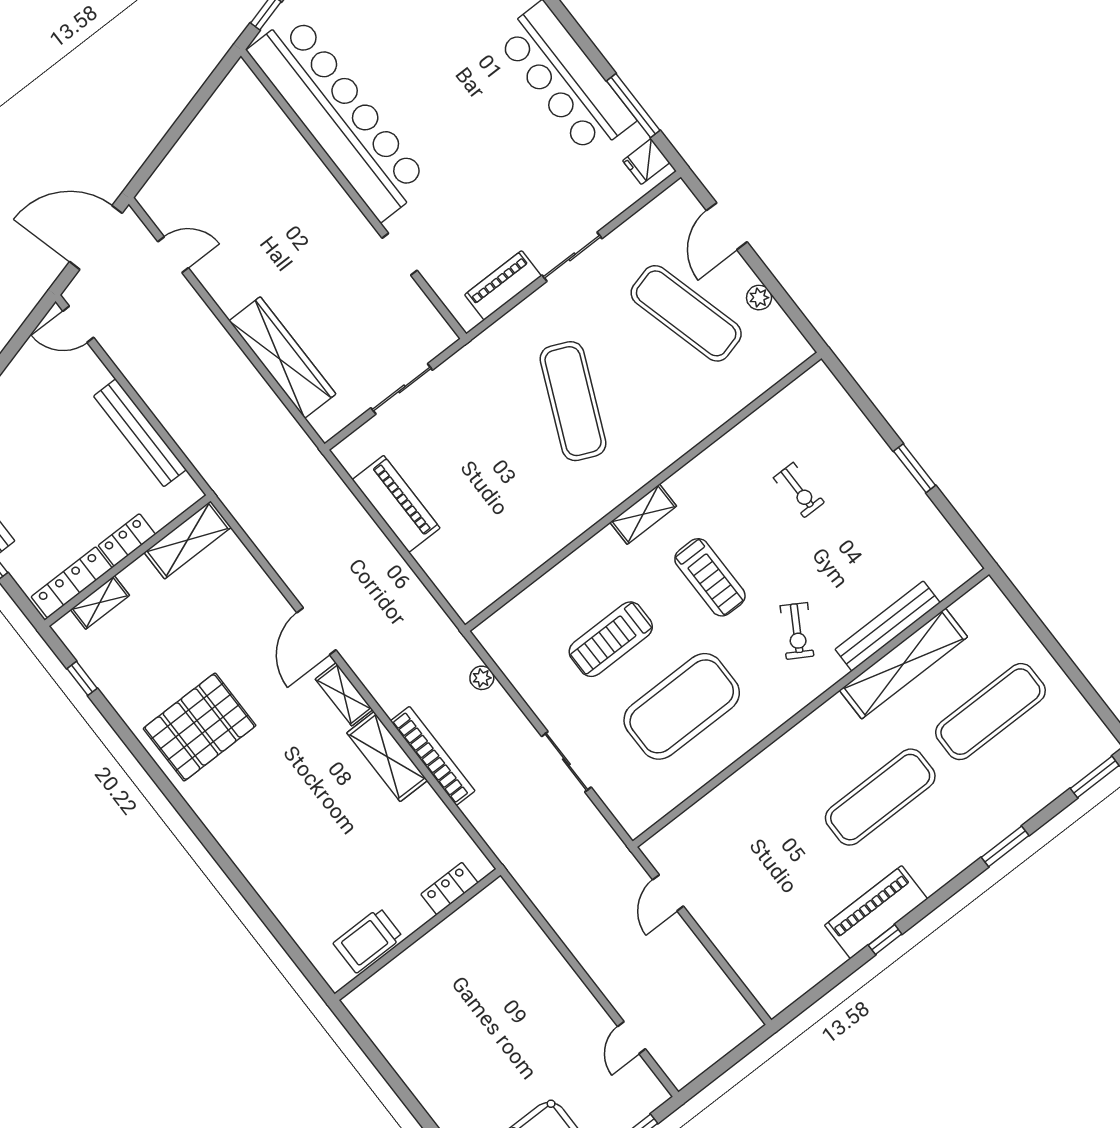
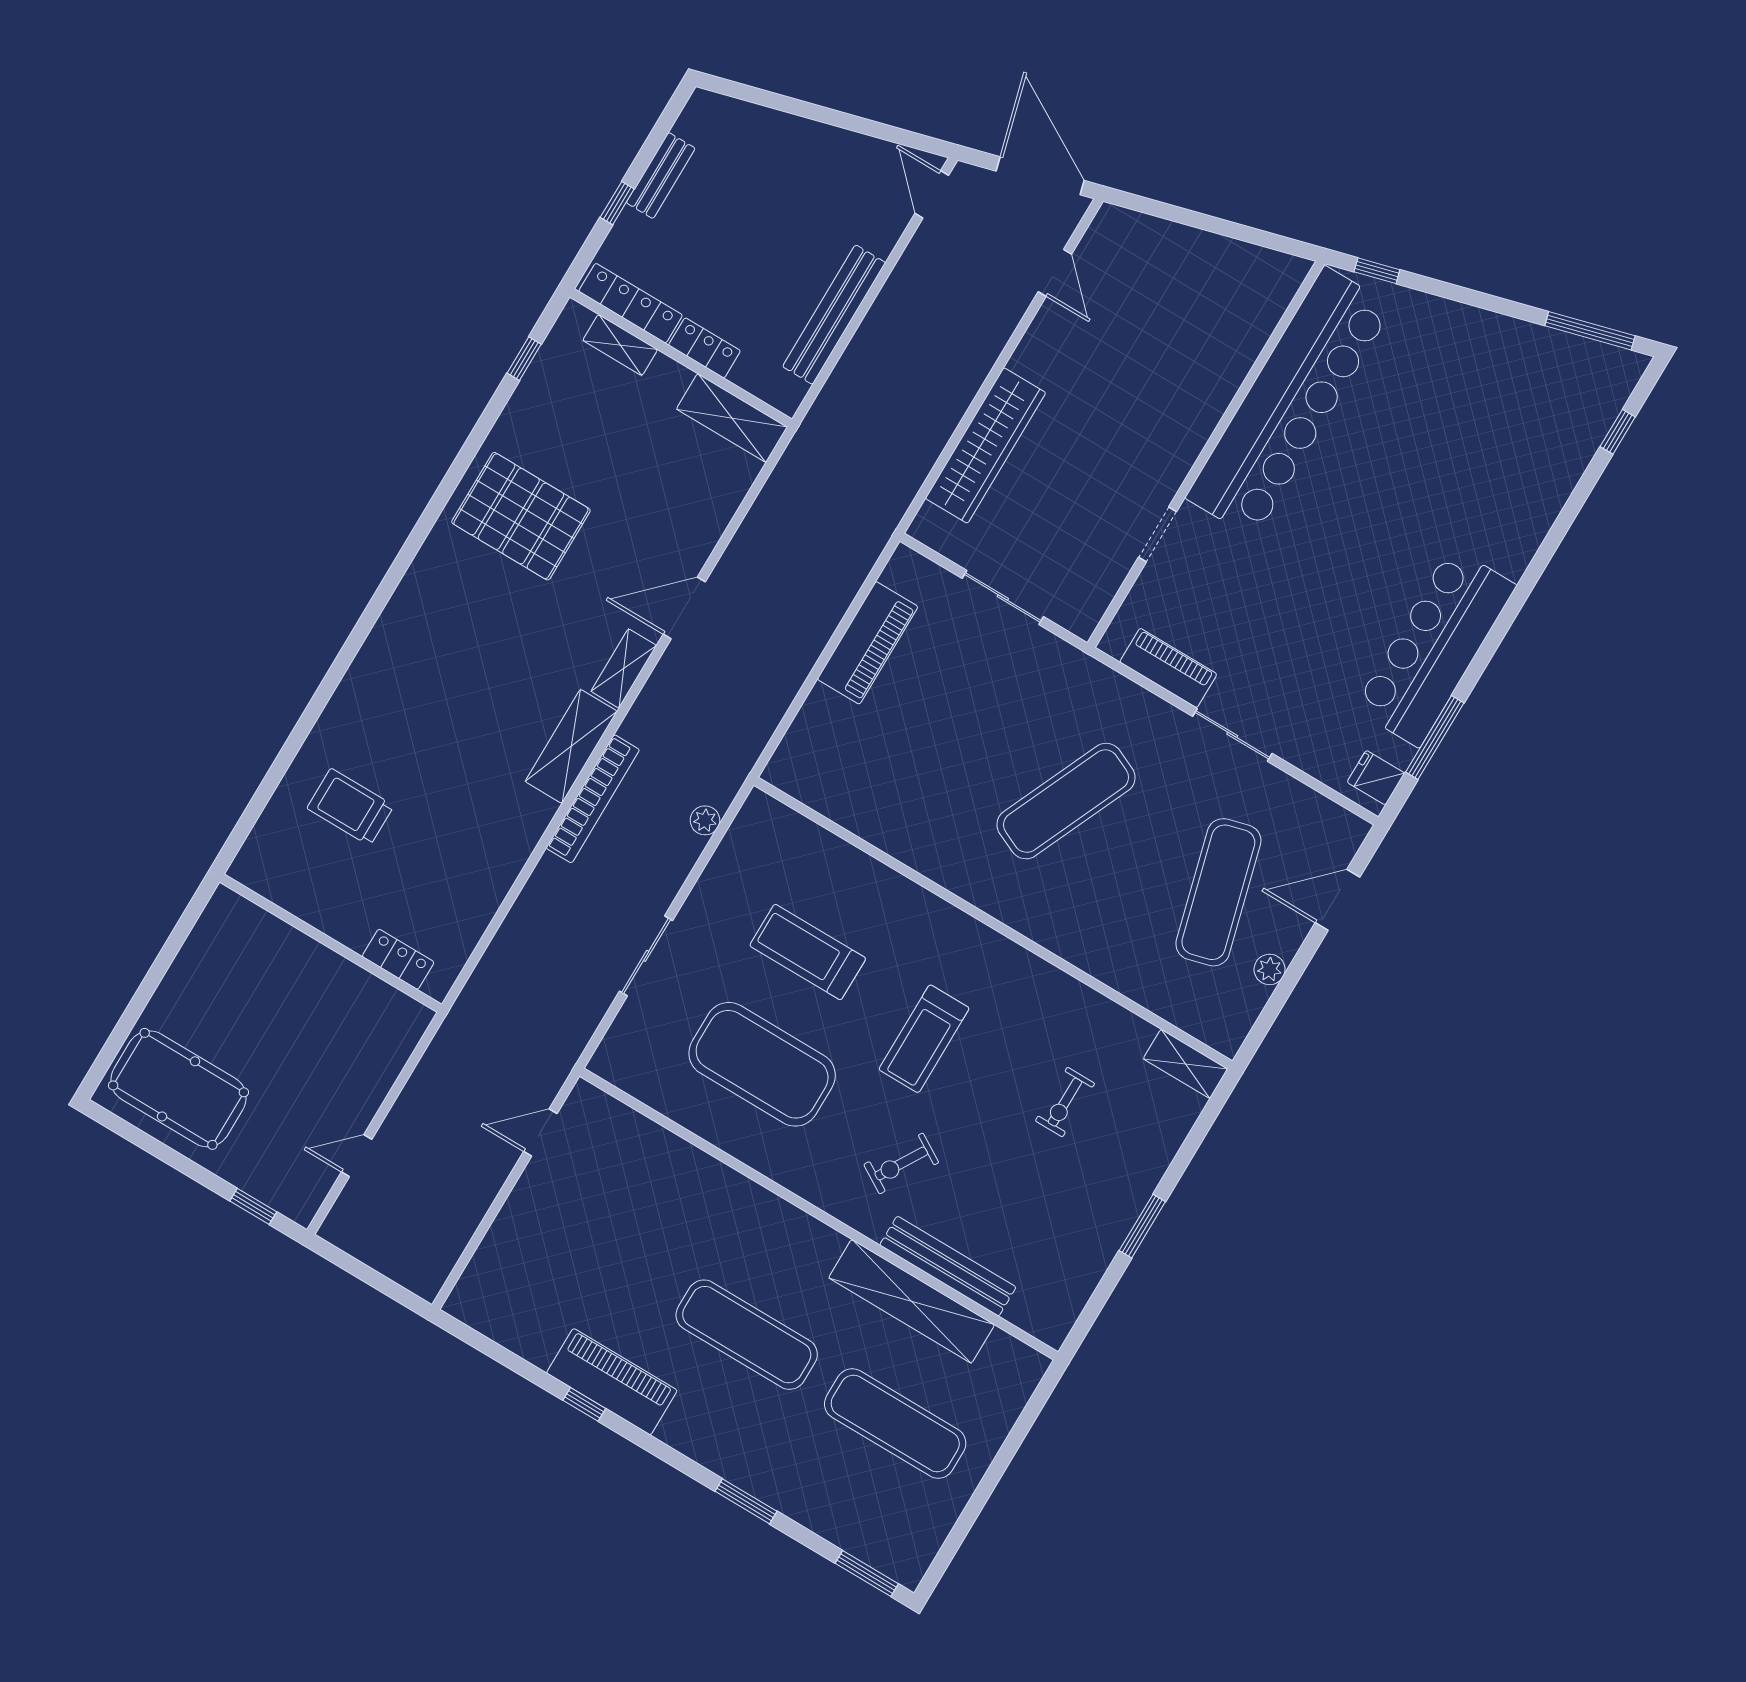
shelving: (643, 514) -> (1185, 1064), moved
locker: (449, 889) -> (398, 959), moved
wall: (418, 935) -> (331, 943), moved

